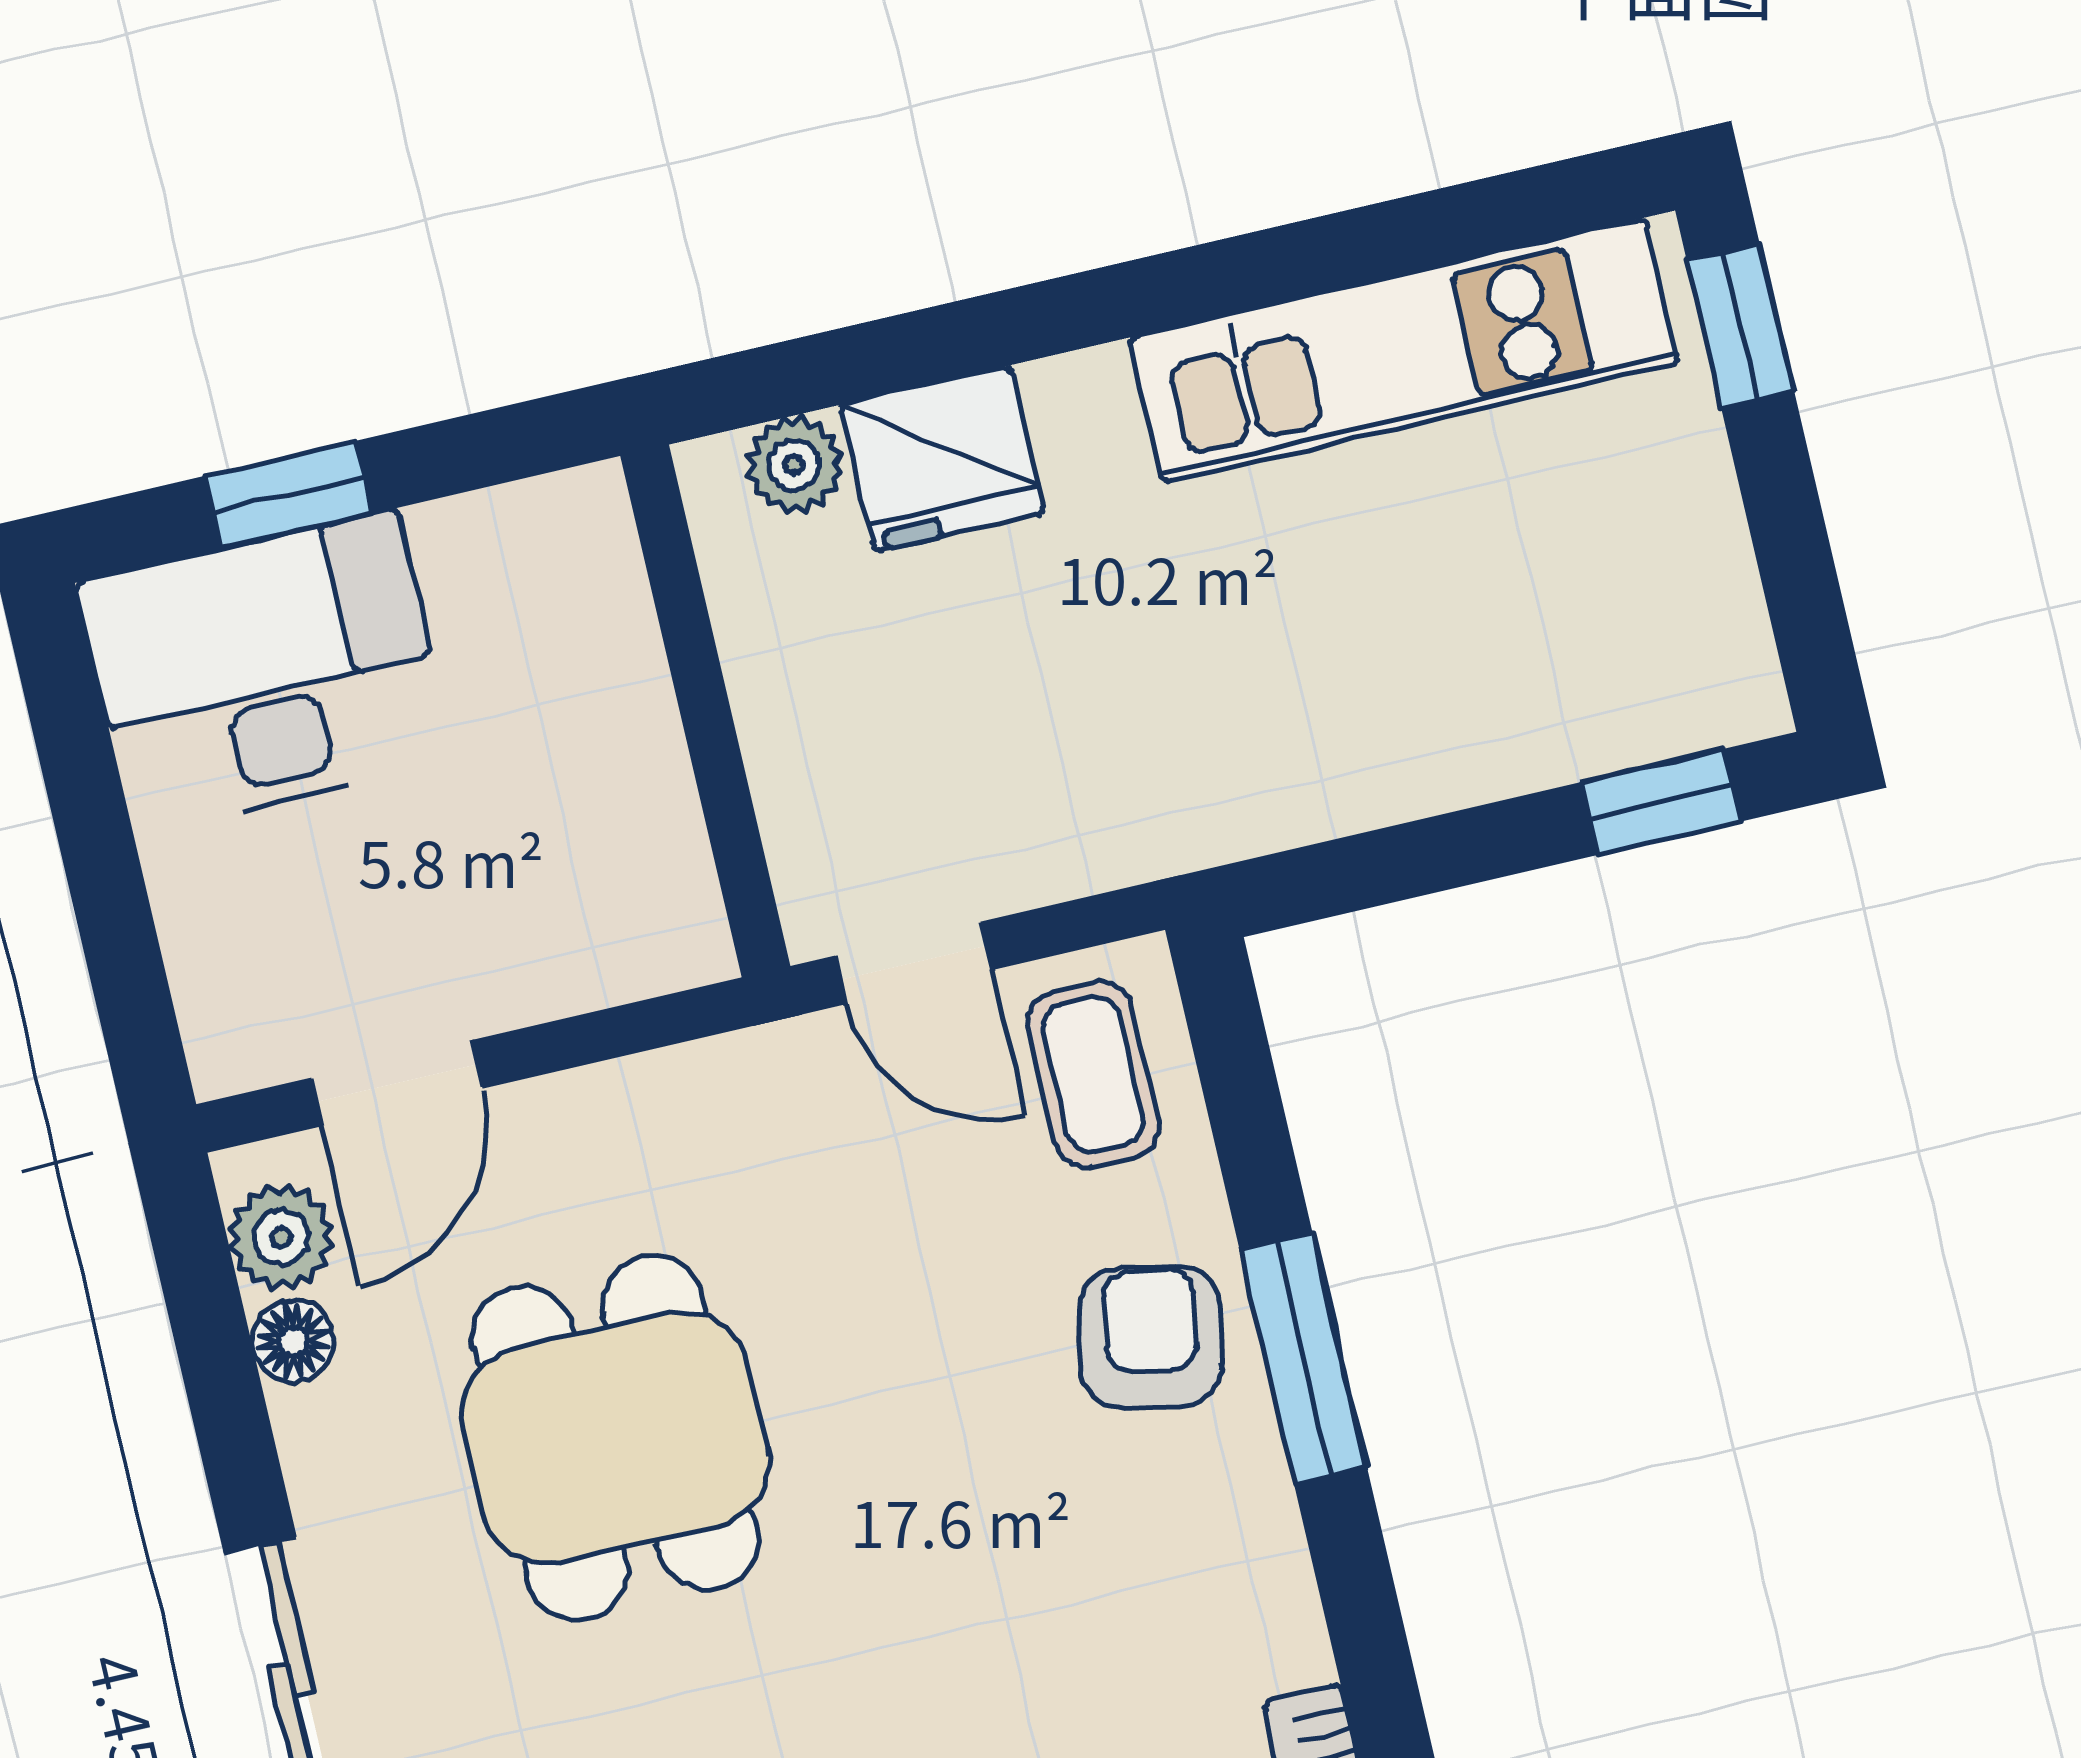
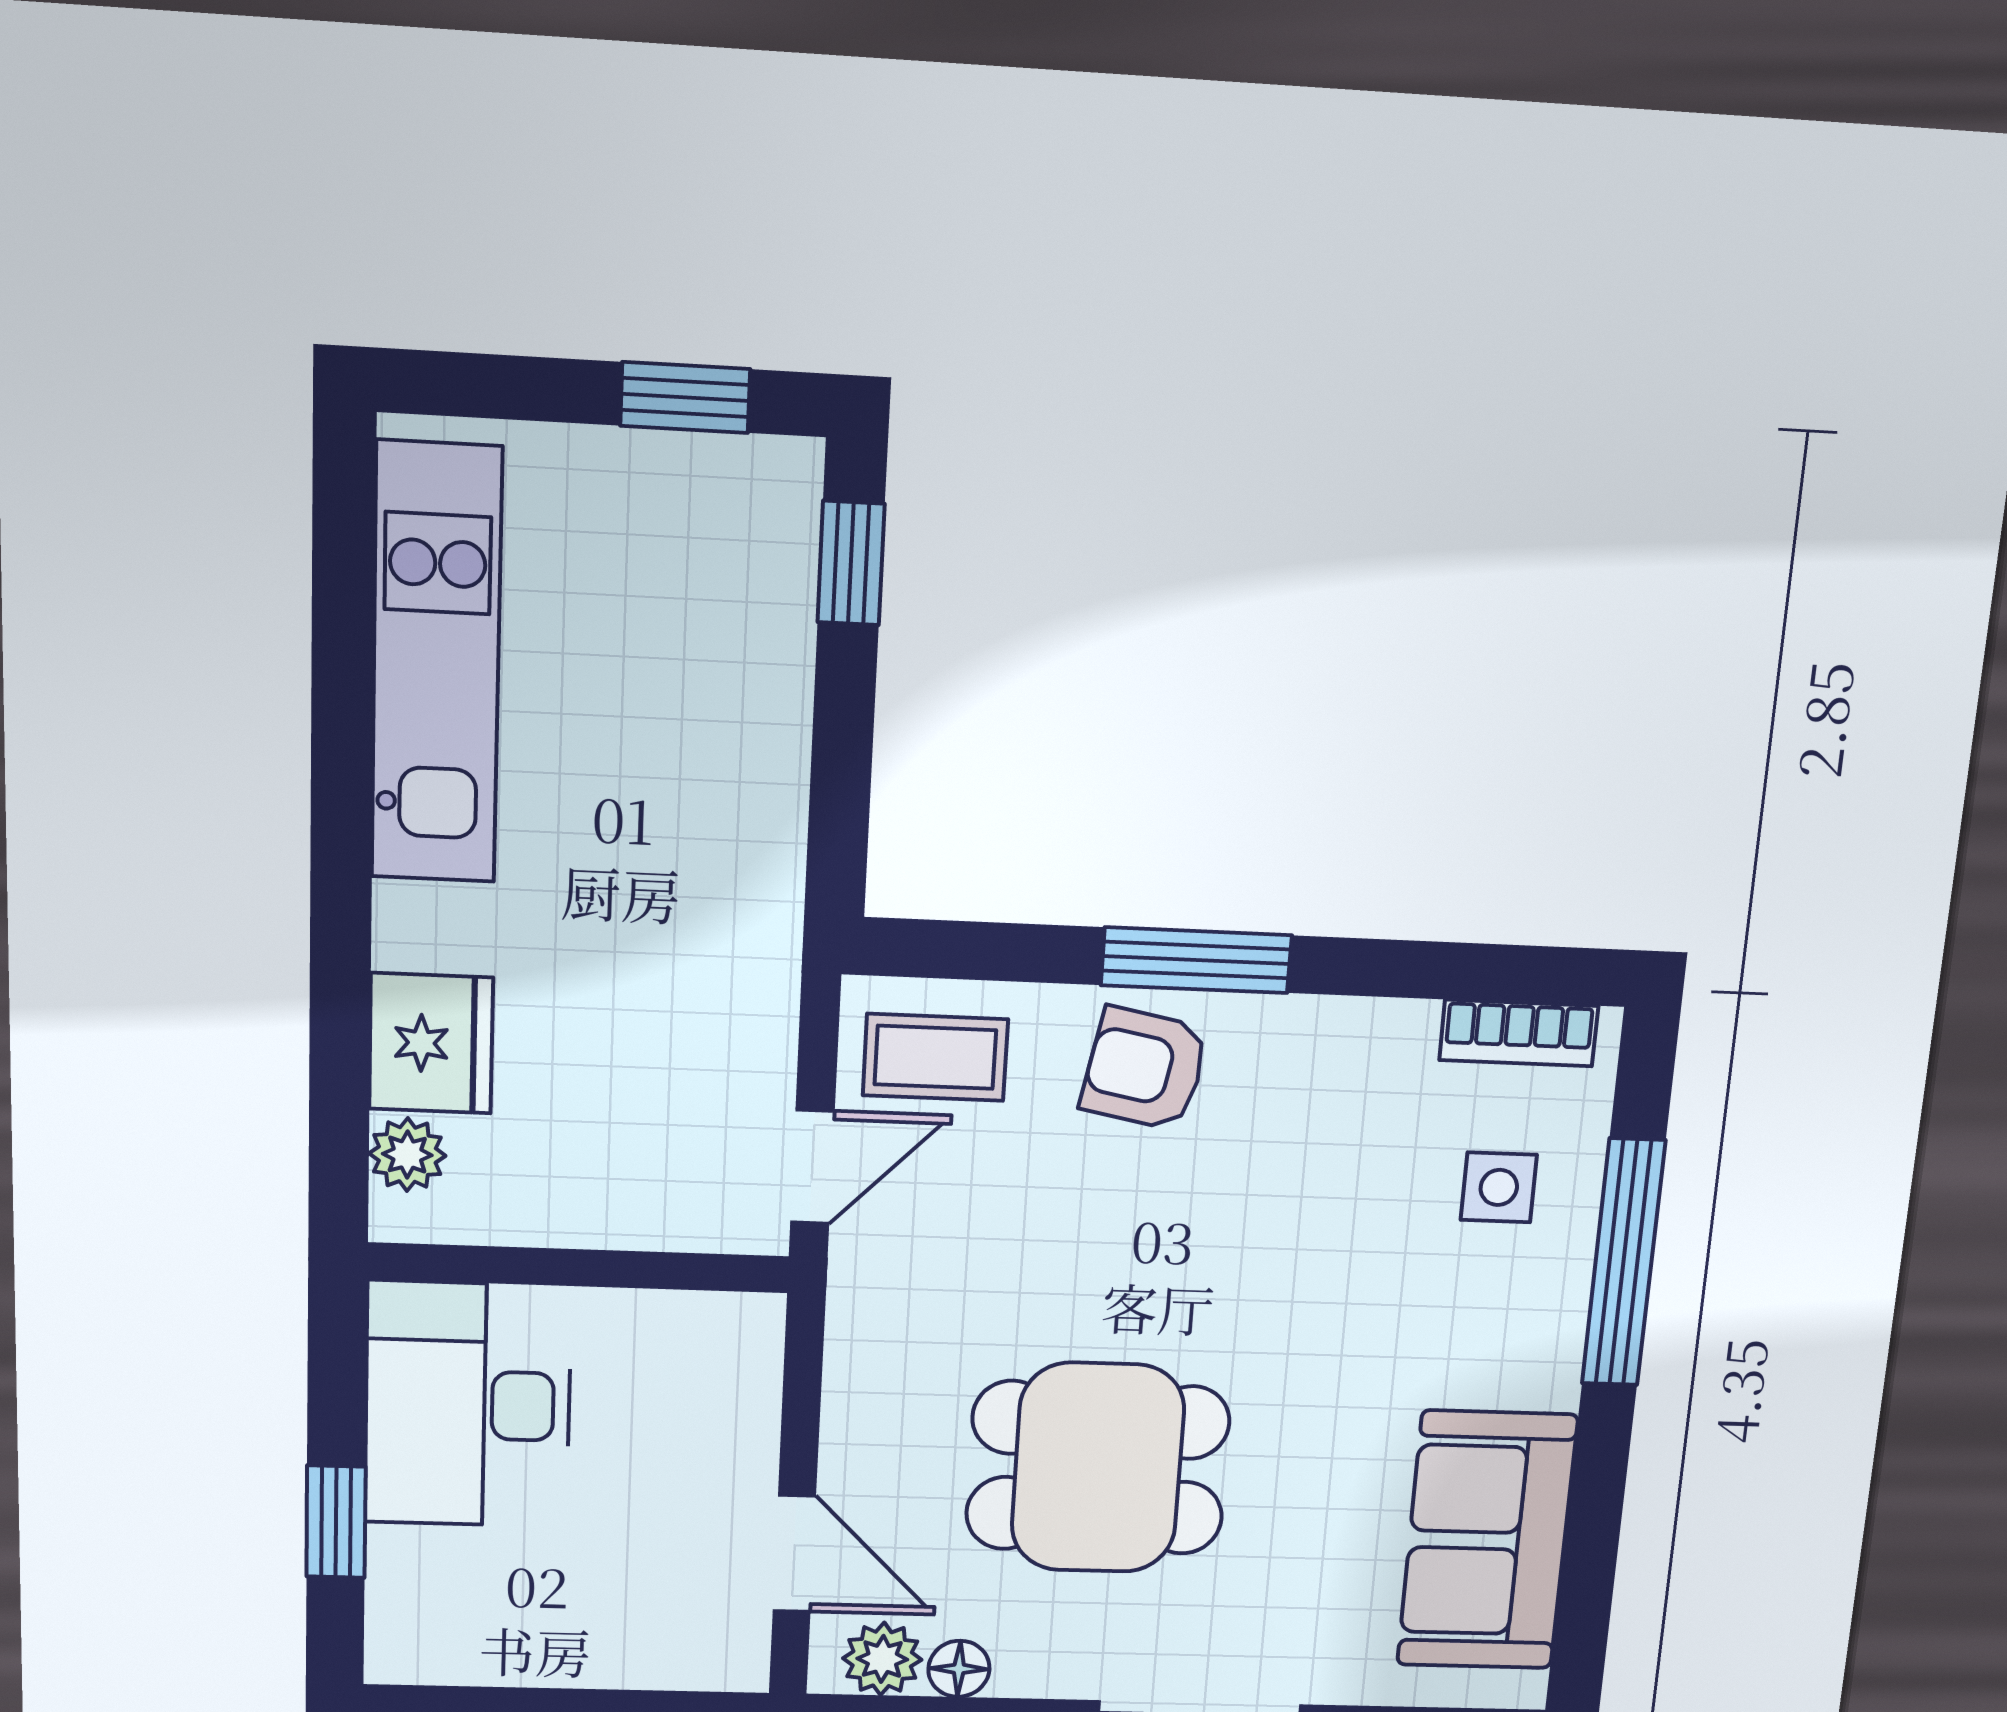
window: (1740, 326) -> (685, 397), moved
desk: (265, 672) -> (468, 1405), moved

